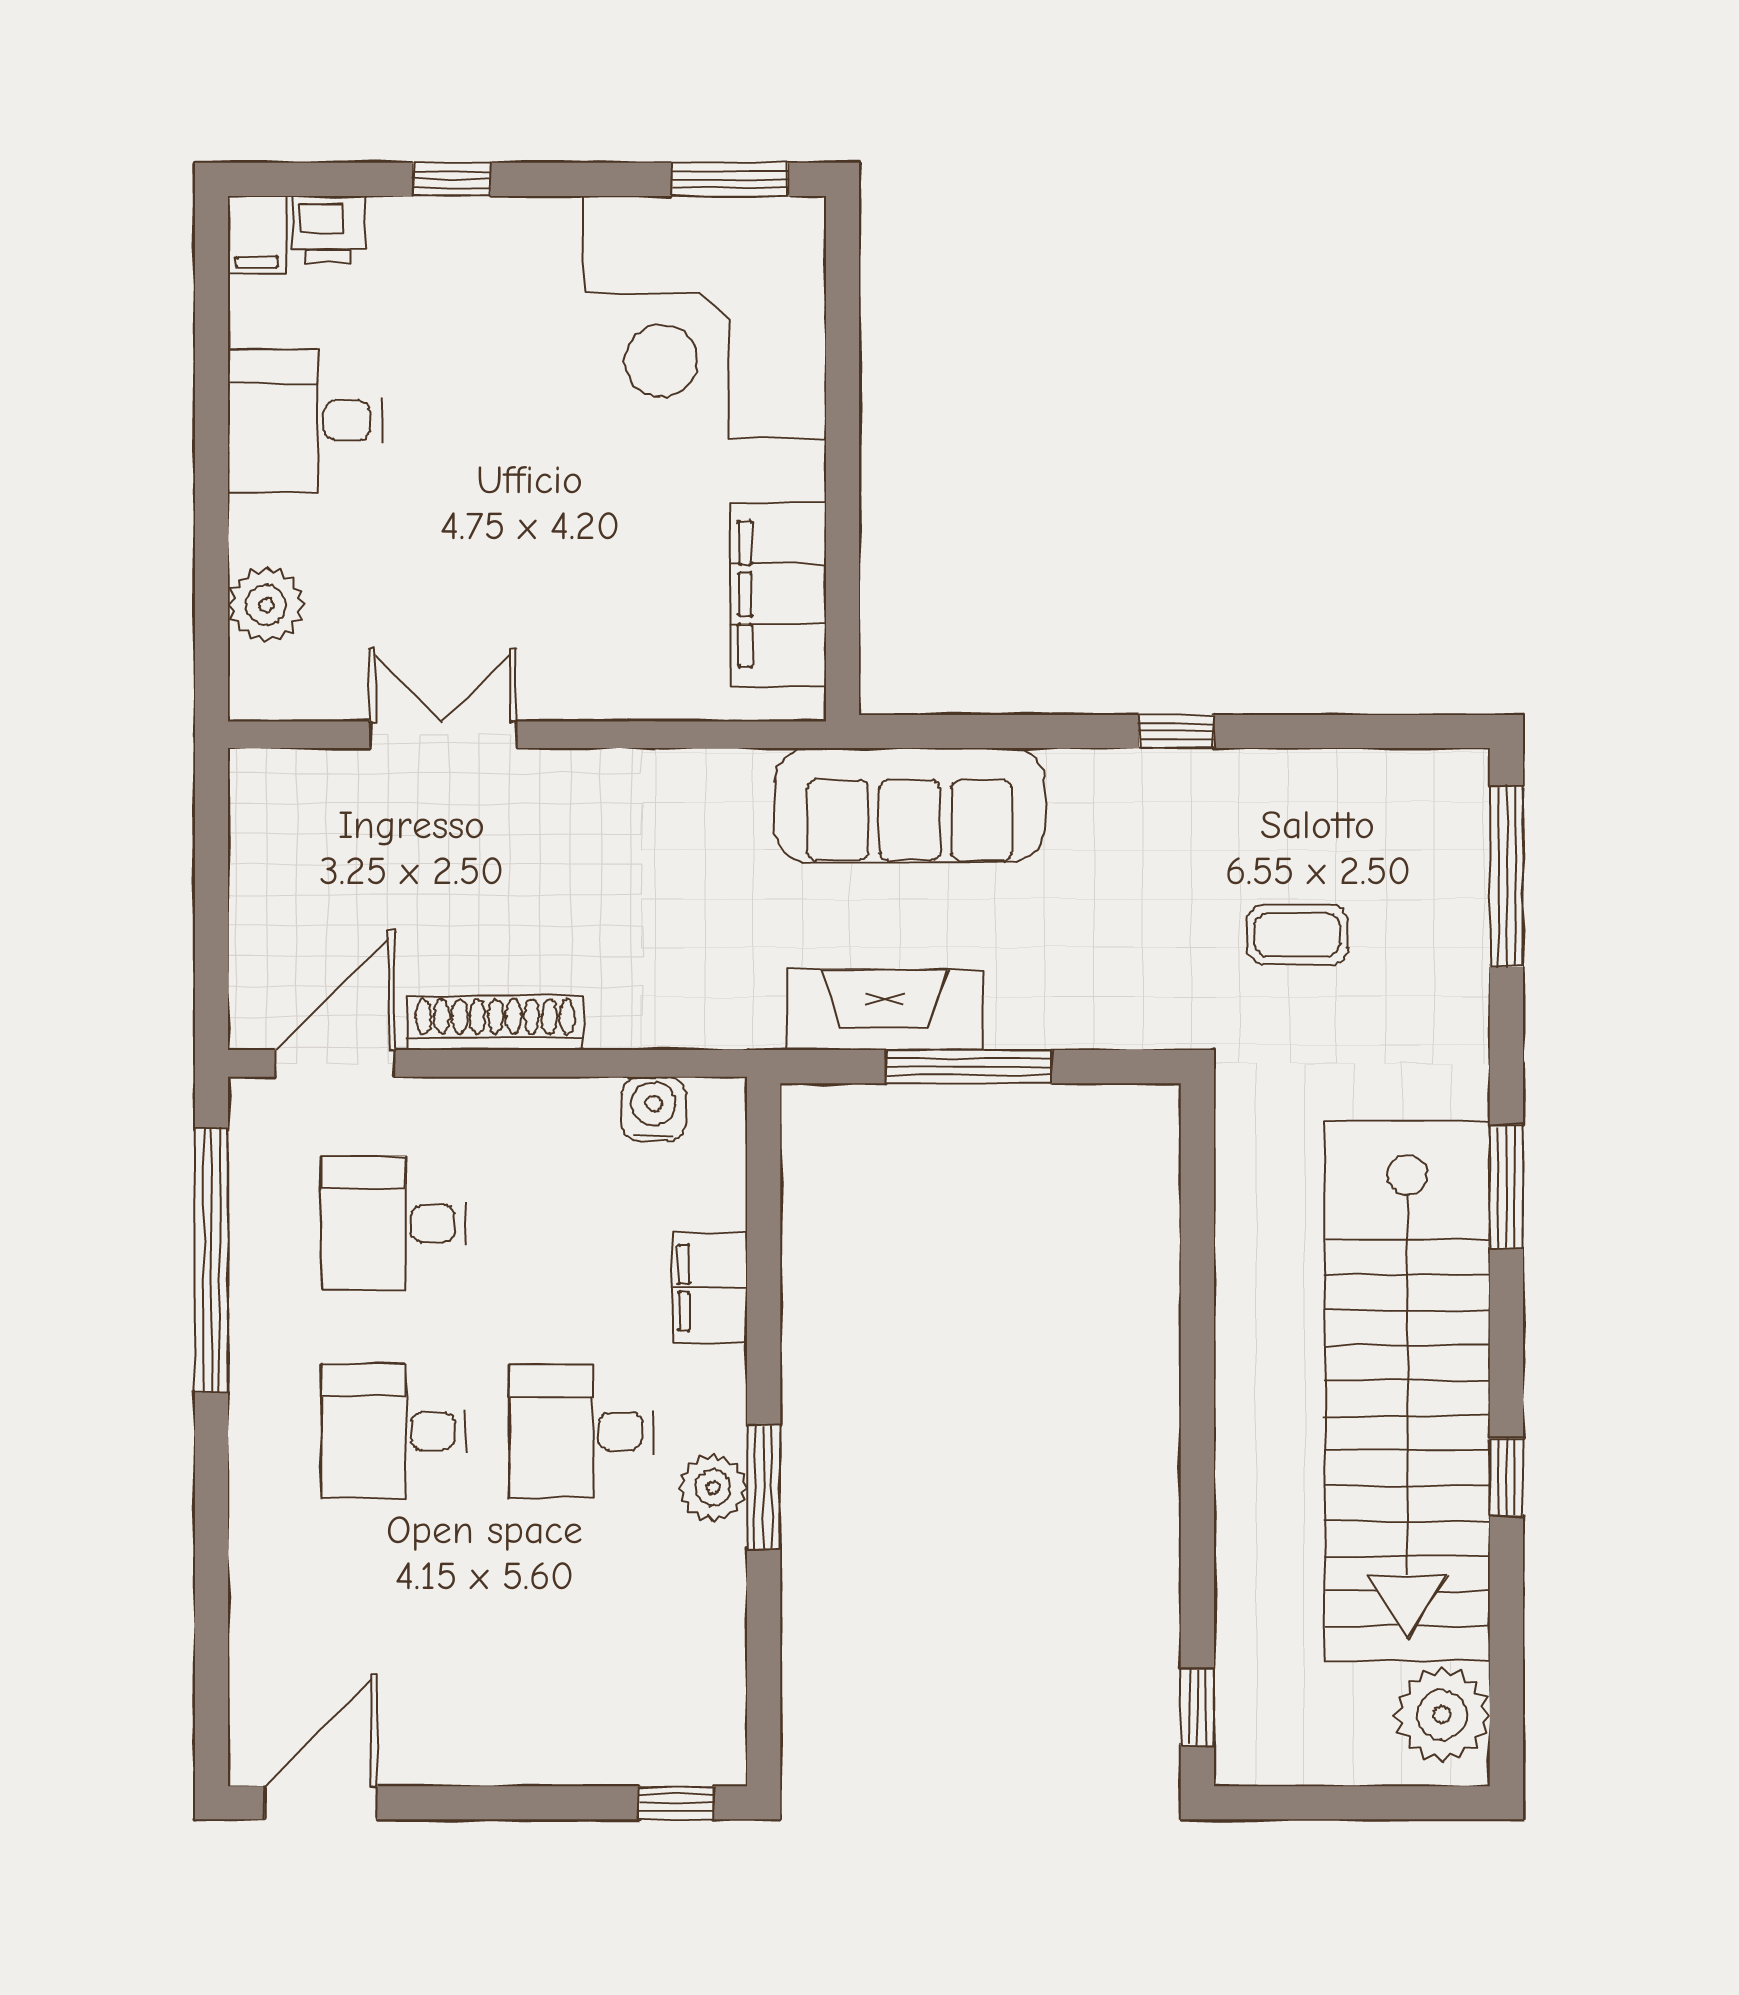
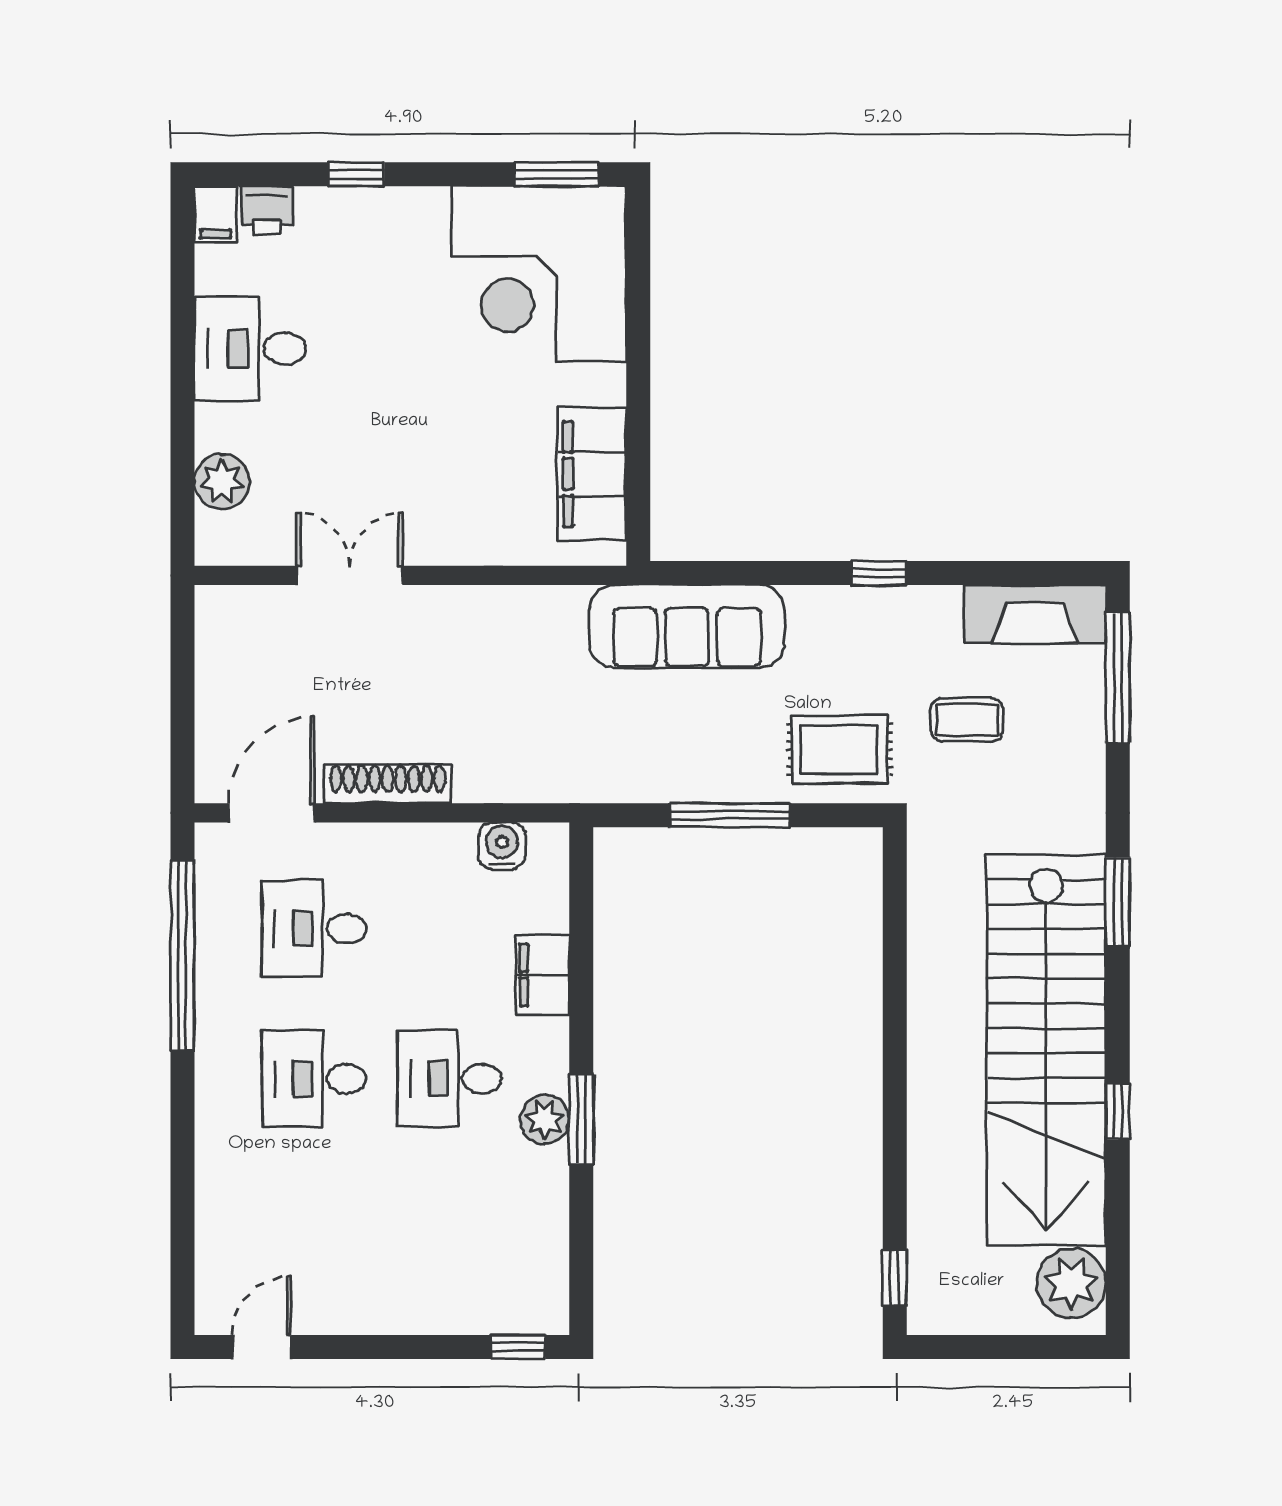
rug: (1121, 976) -> (840, 750), added
fireplace: (885, 1010) -> (1035, 614), moved, turned 180
door: (321, 1803) -> (261, 1347), width x0.73

